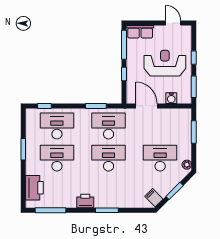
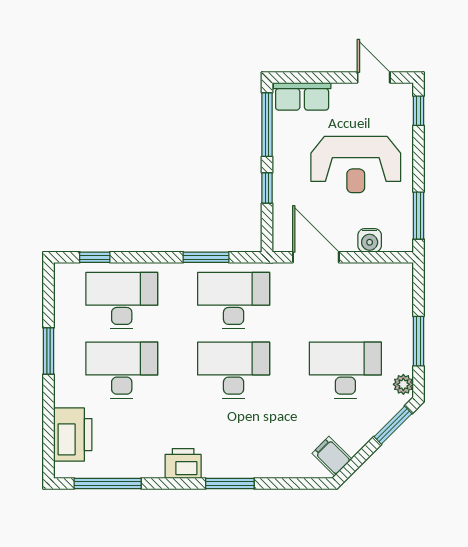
window: (194, 58) -> (419, 111), moved
reception desk: (165, 63) -> (356, 164), turned 180
window: (194, 132) -> (419, 341), moved
window: (175, 191) -> (393, 425), moved

